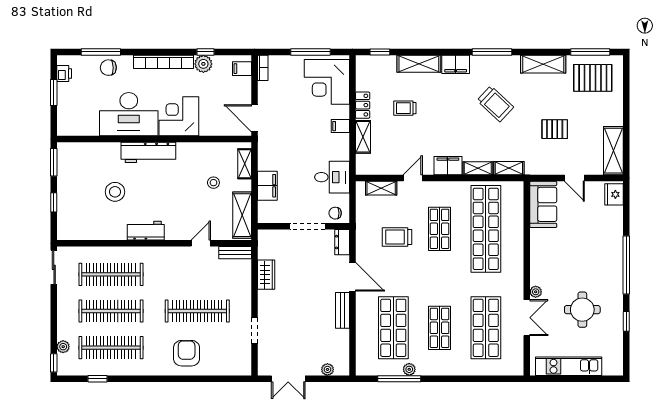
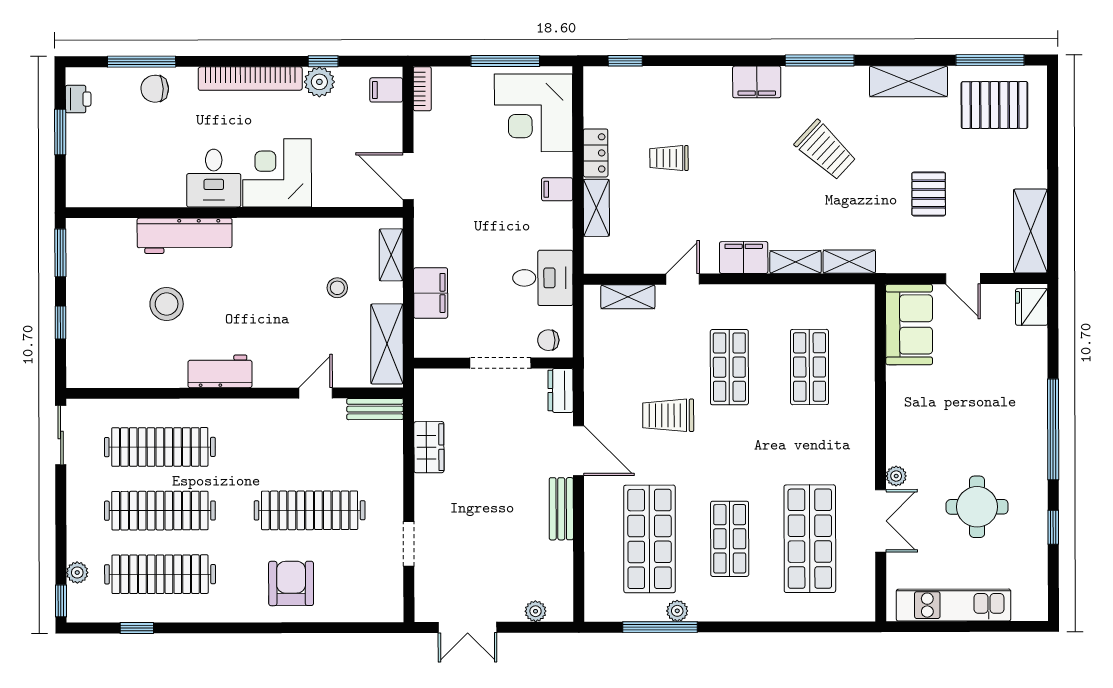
shelving: (419, 64) -> (693, 81), removed
desk: (129, 114) -> (214, 178), width x0.53, depth x0.77
pallet: (555, 129) -> (929, 194), turned 90
workbench: (148, 152) -> (185, 236), moved
shop shelf: (486, 229) -> (810, 367), width x0.50, depth x0.74
trolley: (397, 237) -> (668, 415), moved

